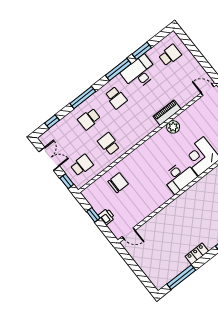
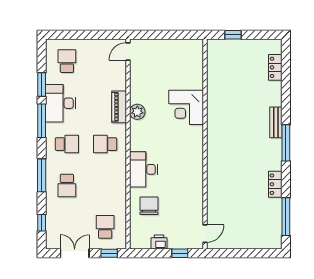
school desk: (109, 144) -> (105, 144), moved
desk: (179, 177) -> (143, 169), moved, turned 180
window: (93, 215) -> (180, 253), moved
printer: (106, 217) -> (159, 242), moved

